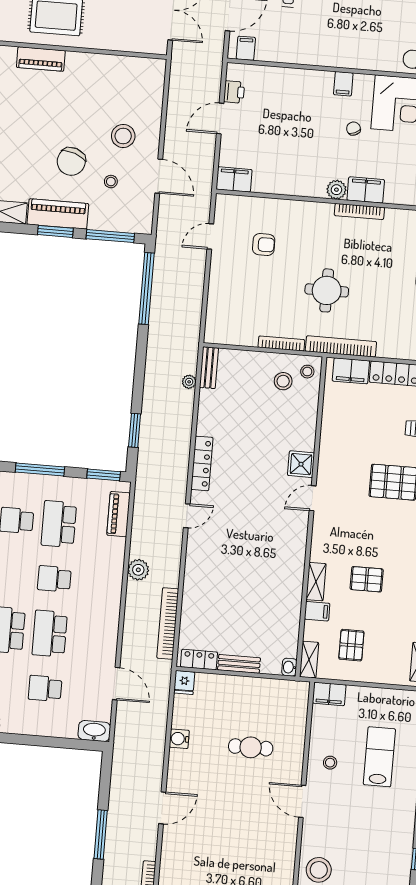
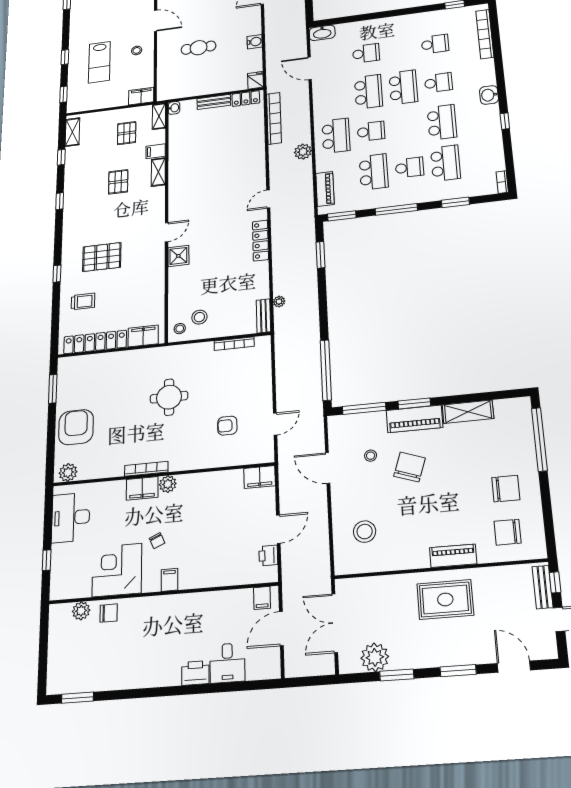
stool: (123, 136) -> (365, 532), moved
bookcase: (281, 343) -> (234, 344), moved
bookcase: (341, 346) -> (153, 354), removed
pallet: (367, 579) -> (118, 182), turned 90
school desk: (96, 582) -> (336, 136), added

